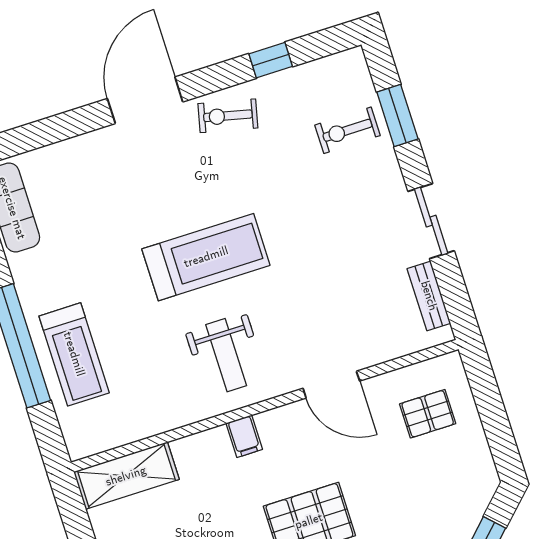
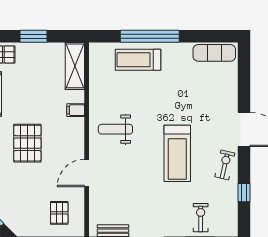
treadmill: (206, 257) -> (177, 153), moved
filing cabinet: (244, 436) -> (76, 110), moved

